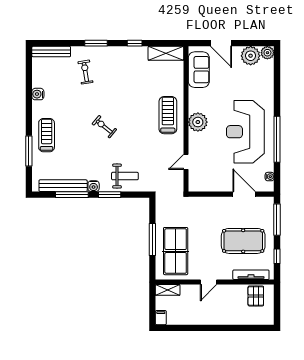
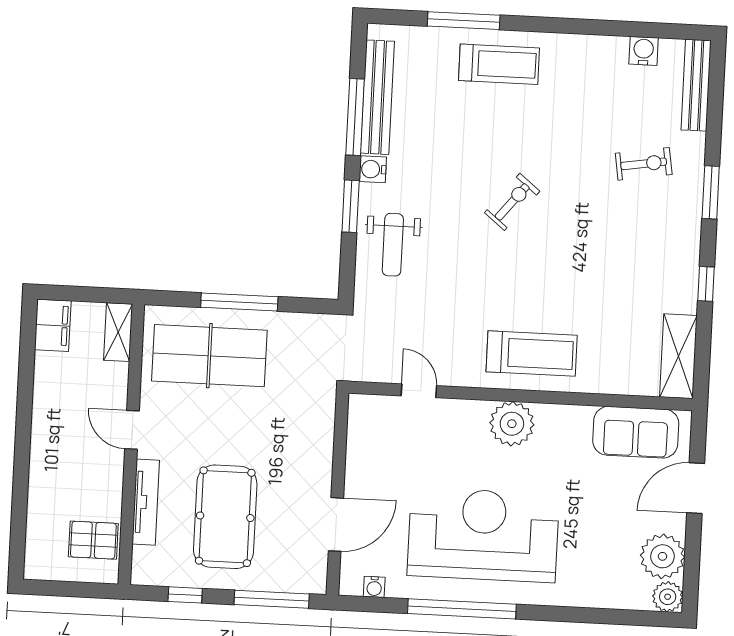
water cooler: (38, 94) -> (644, 51), moved
tv unit: (251, 275) -> (146, 502), moved
filing cabinet: (161, 318) -> (53, 325), width x2.00

